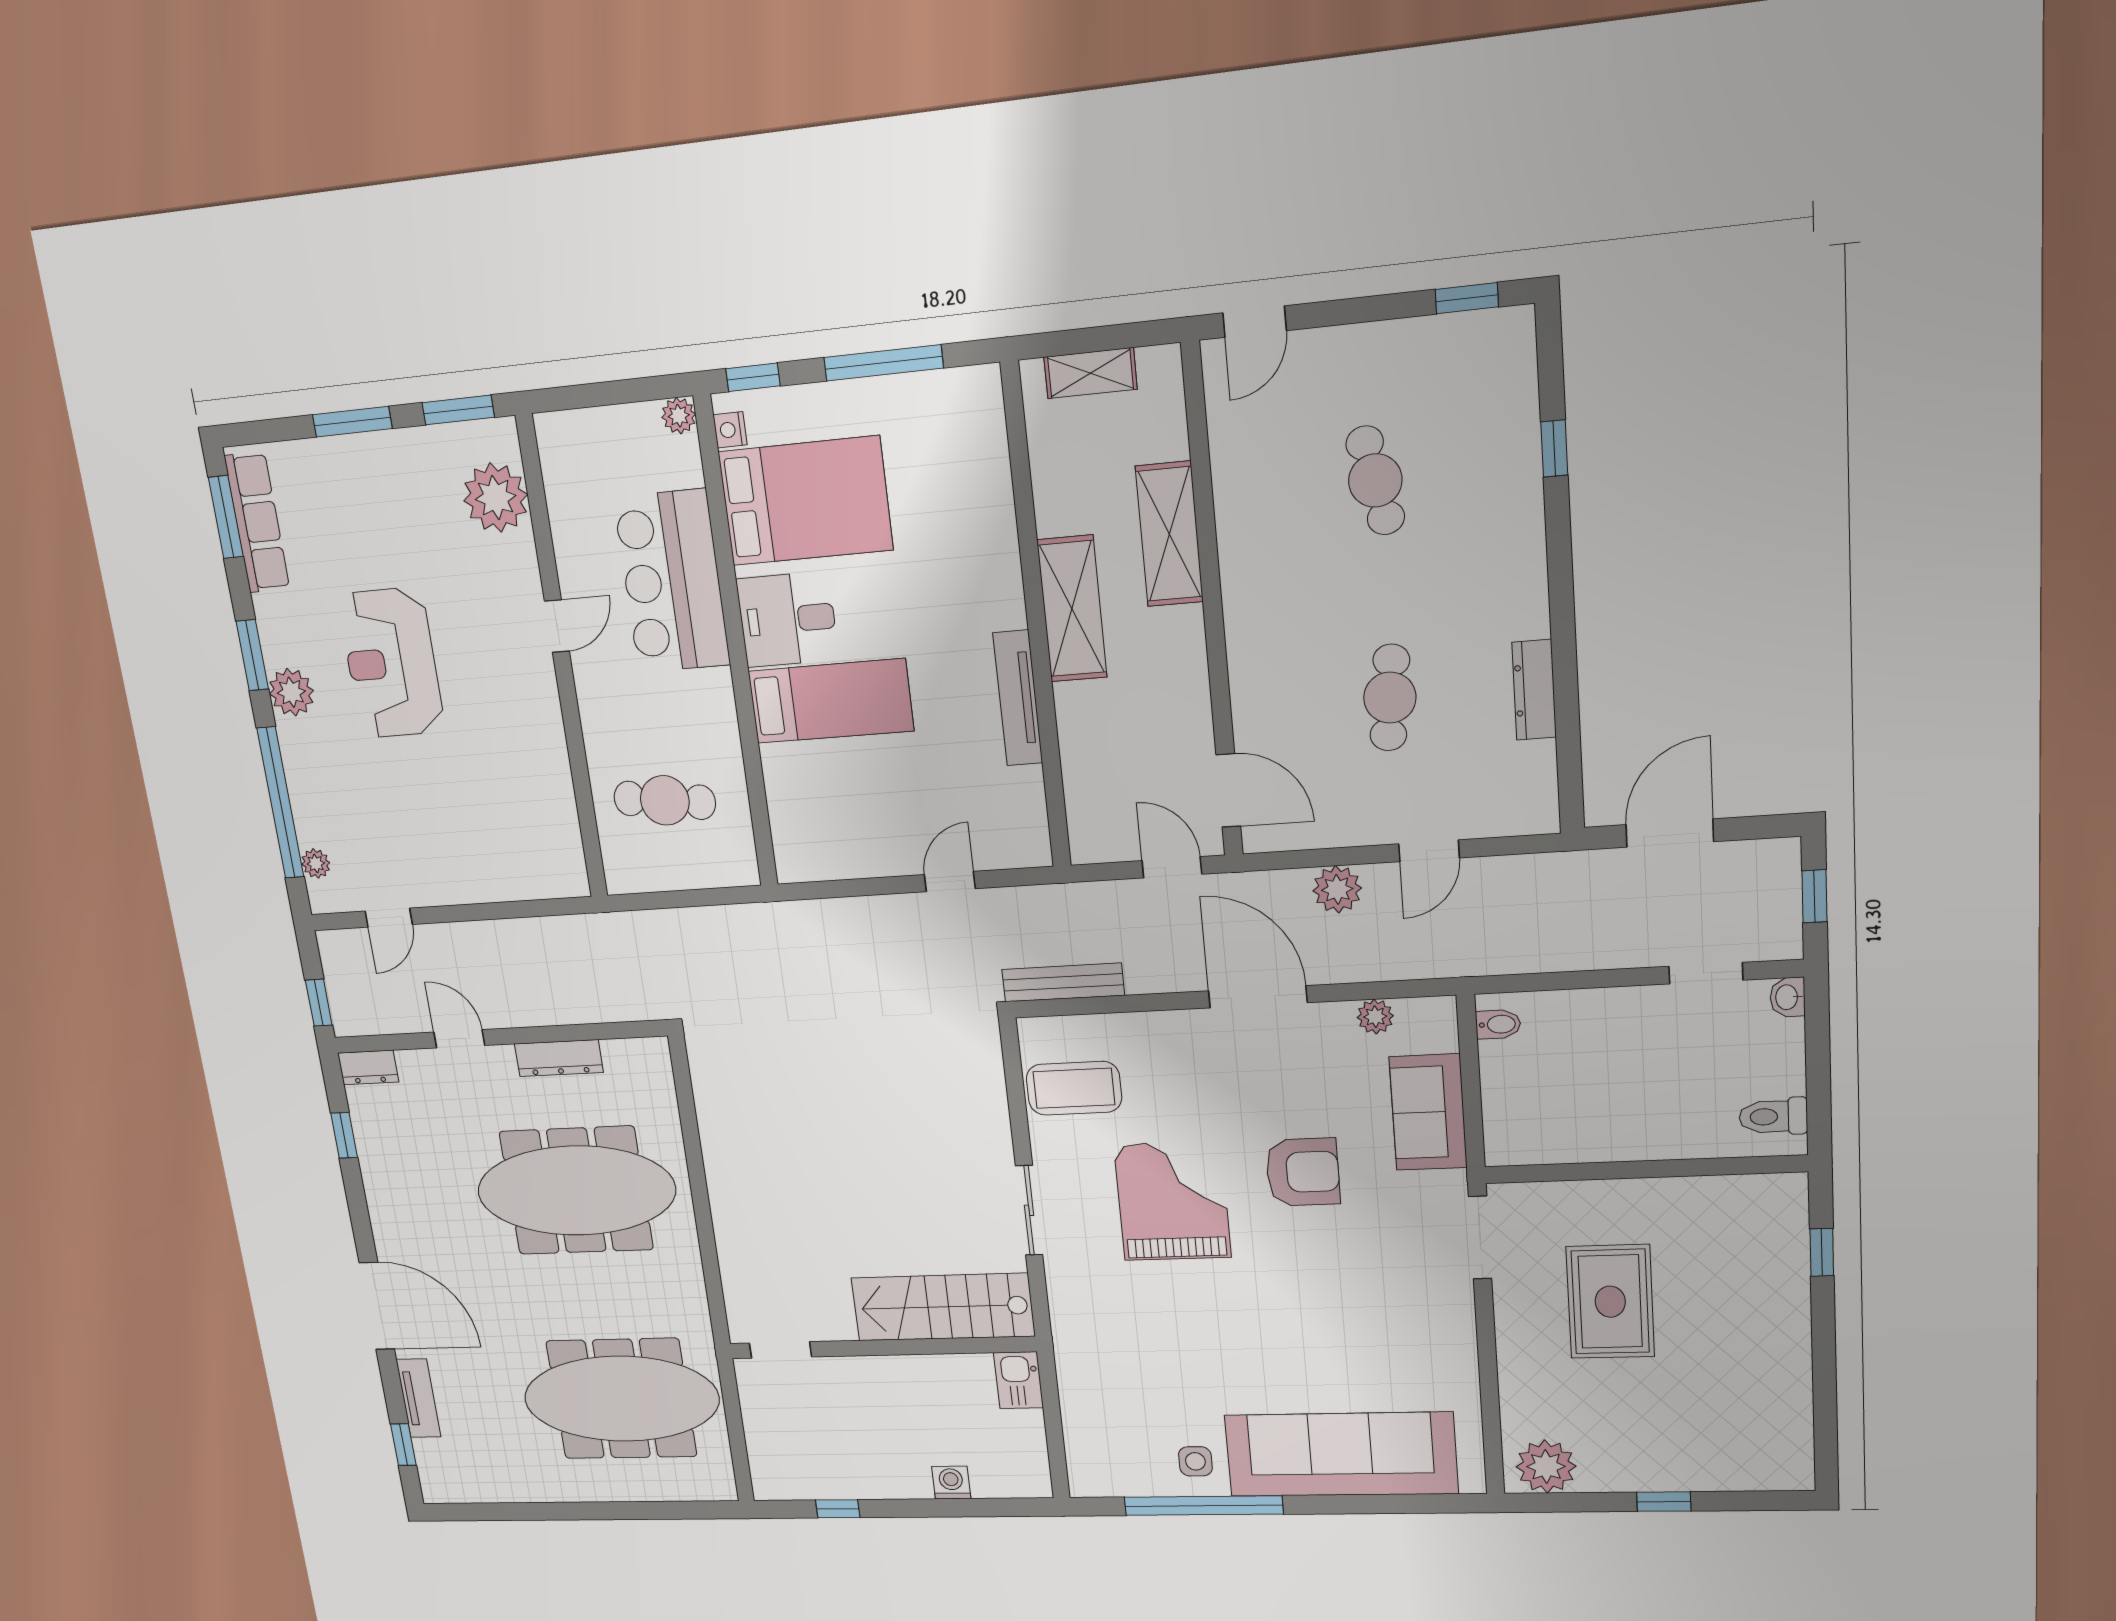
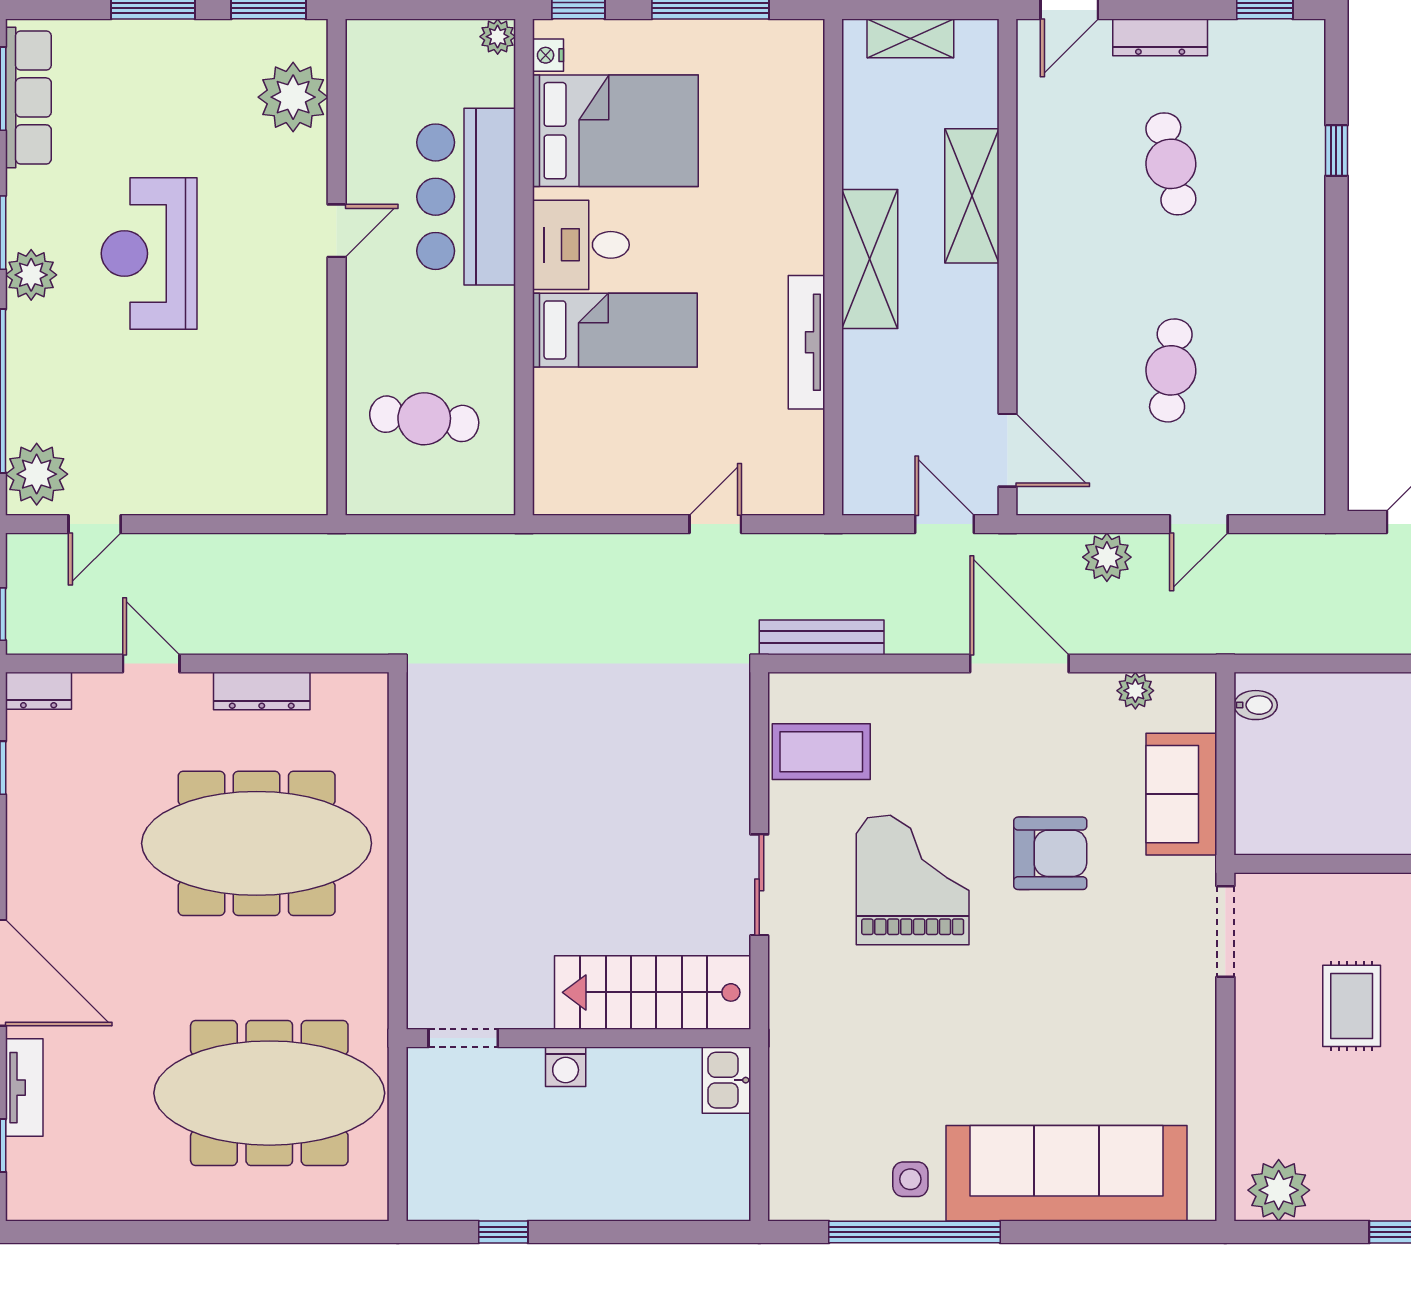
dresser: (1534, 690) -> (1160, 37), moved, turned -90
plant: (316, 864) -> (37, 474), width x1.88, depth x1.88
rug: (1610, 1302) -> (1352, 1006), width x0.73, depth x0.70
washing machine: (951, 1482) -> (566, 1067), moved, turned 180

